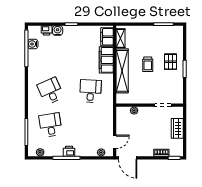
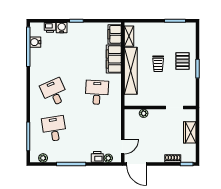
printer: (69, 151) -> (97, 157), moved

